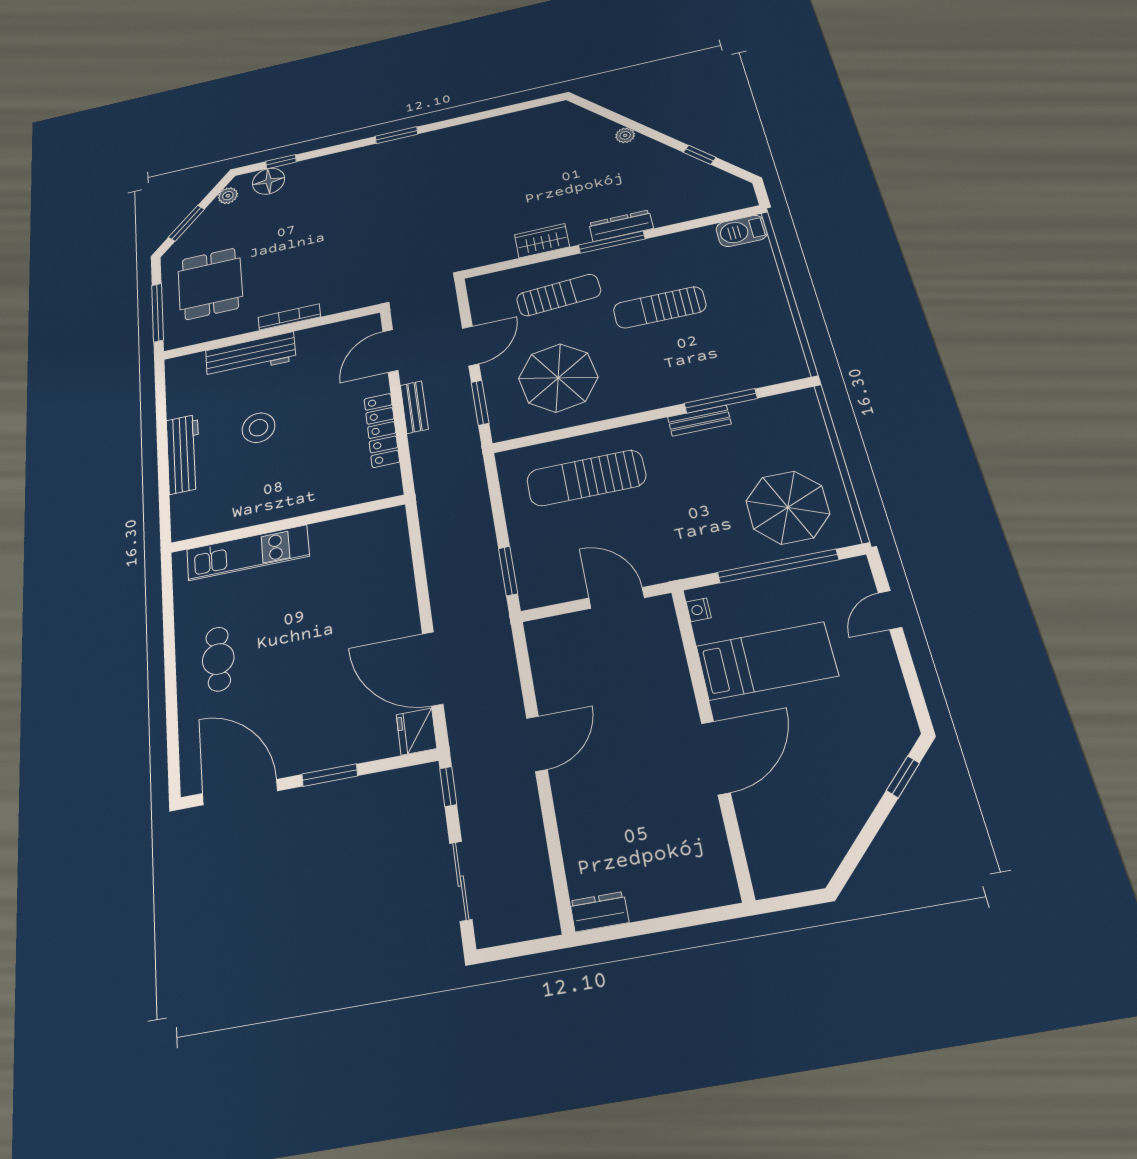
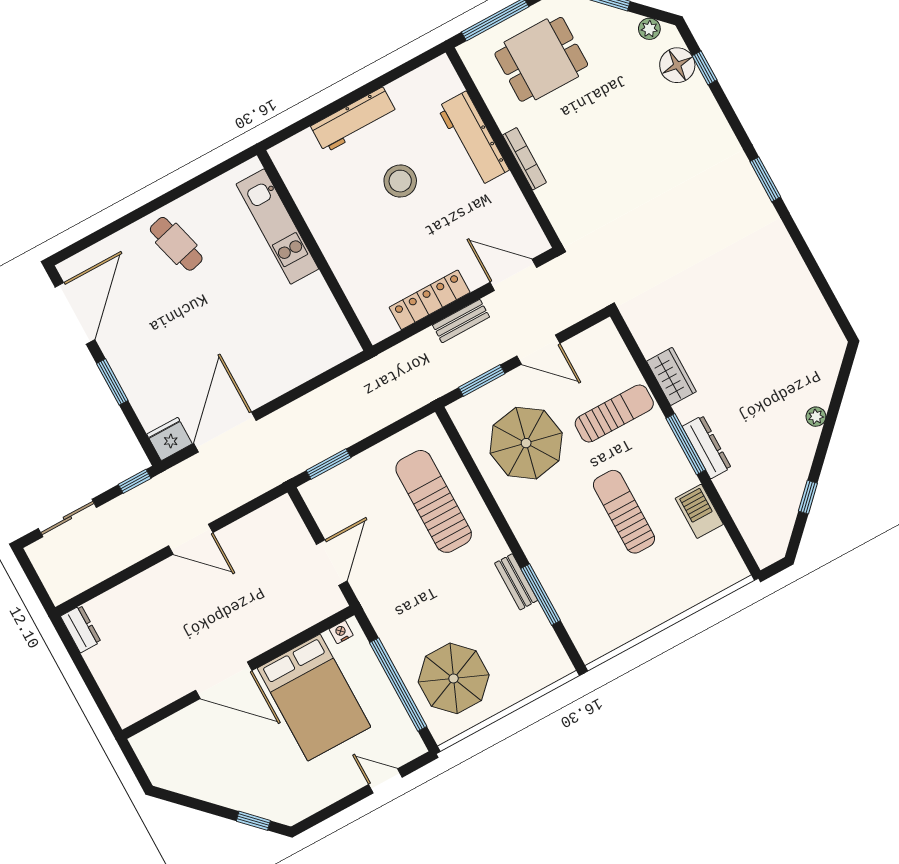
barbecue: (742, 231) -> (699, 511), moved
sun lounger: (559, 295) -> (614, 413), turned -86
cafe table: (218, 659) -> (176, 244), turned 75
bed: (767, 661) -> (314, 698), width x1.50

